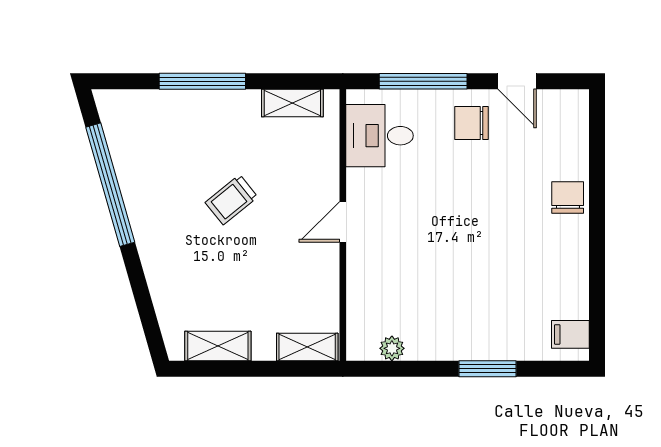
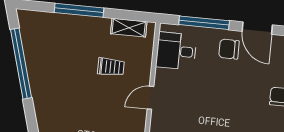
door: (517, 81) -> (257, 28), width x1.38
trolley: (231, 200) -> (111, 67), moved, turned -141

